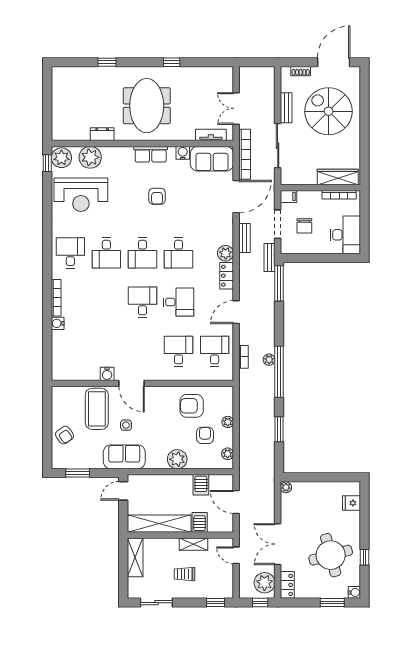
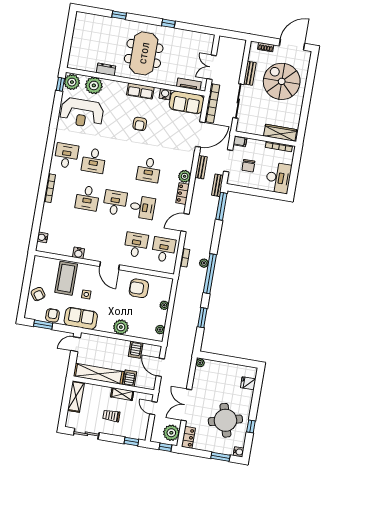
desk: (142, 253) -> (87, 198), moved
water cooler: (58, 323) -> (42, 237), moved
door: (132, 383) -> (109, 266), moved
armchair: (205, 435) -> (52, 315), moved

